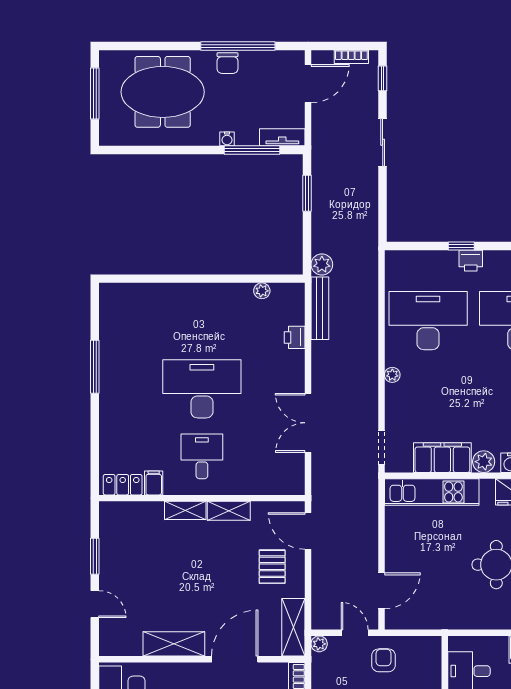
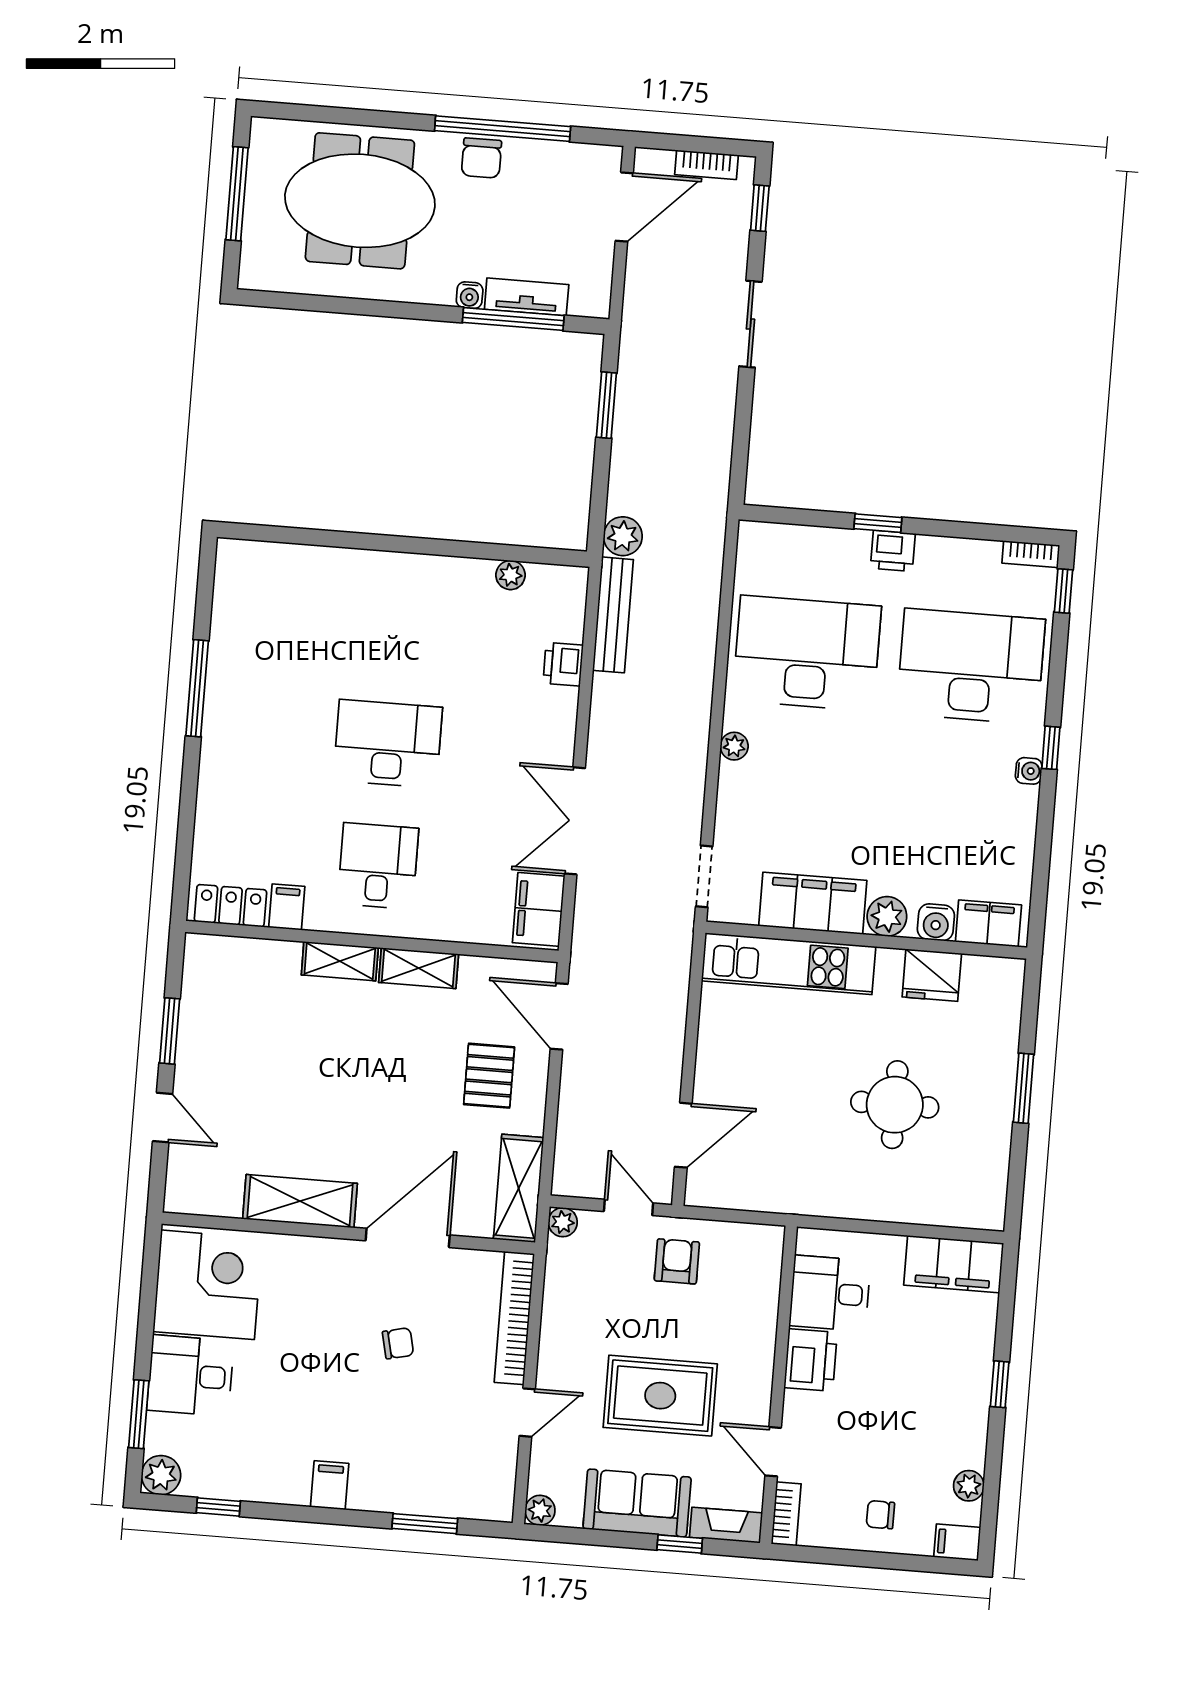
tv unit: (282, 137) -> (527, 297), moved
desk: (202, 389) -> (388, 744), width x0.73, depth x0.77
filing cabinet: (292, 473) -> (539, 909), added

